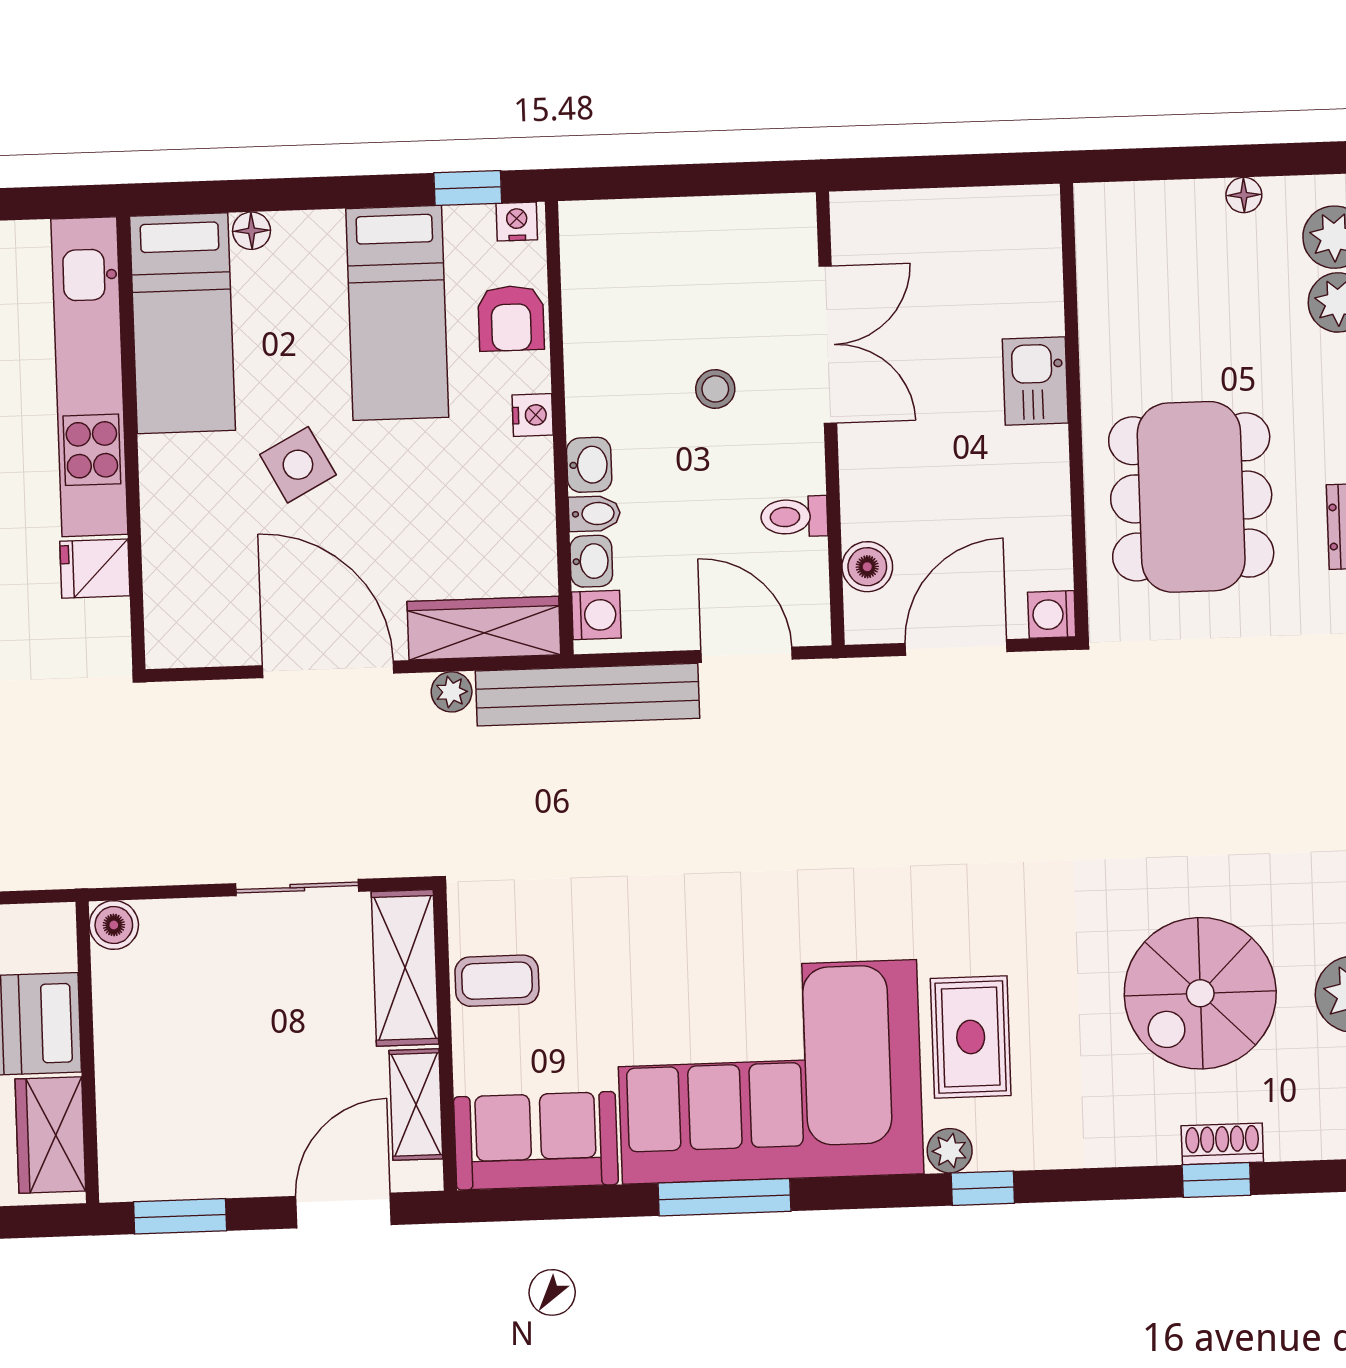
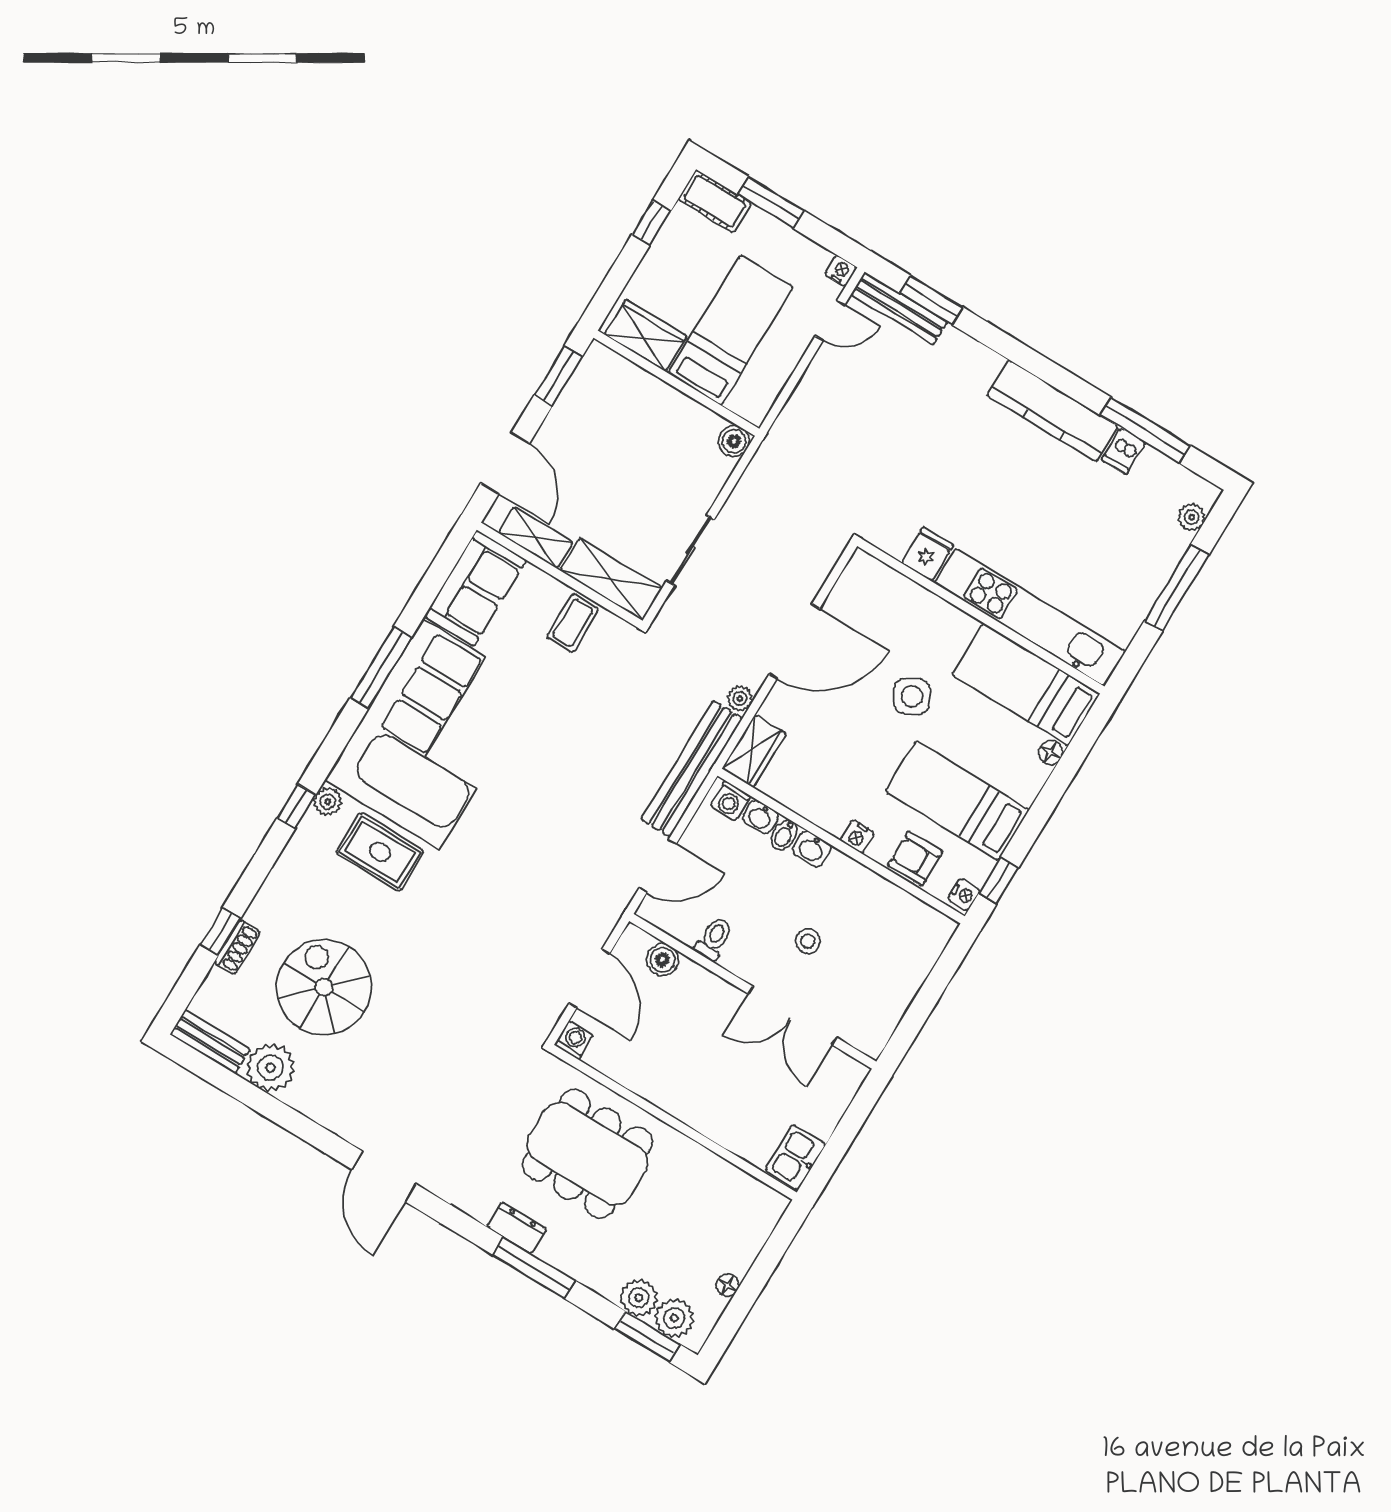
kitchen sink: (1035, 381) -> (795, 1157), moved, turned -90
wardrobe: (484, 628) -> (754, 751), width x0.67

